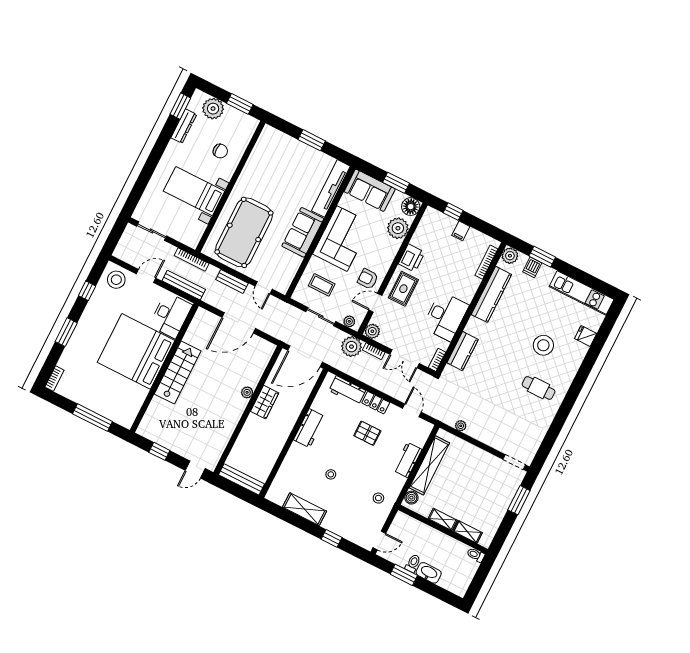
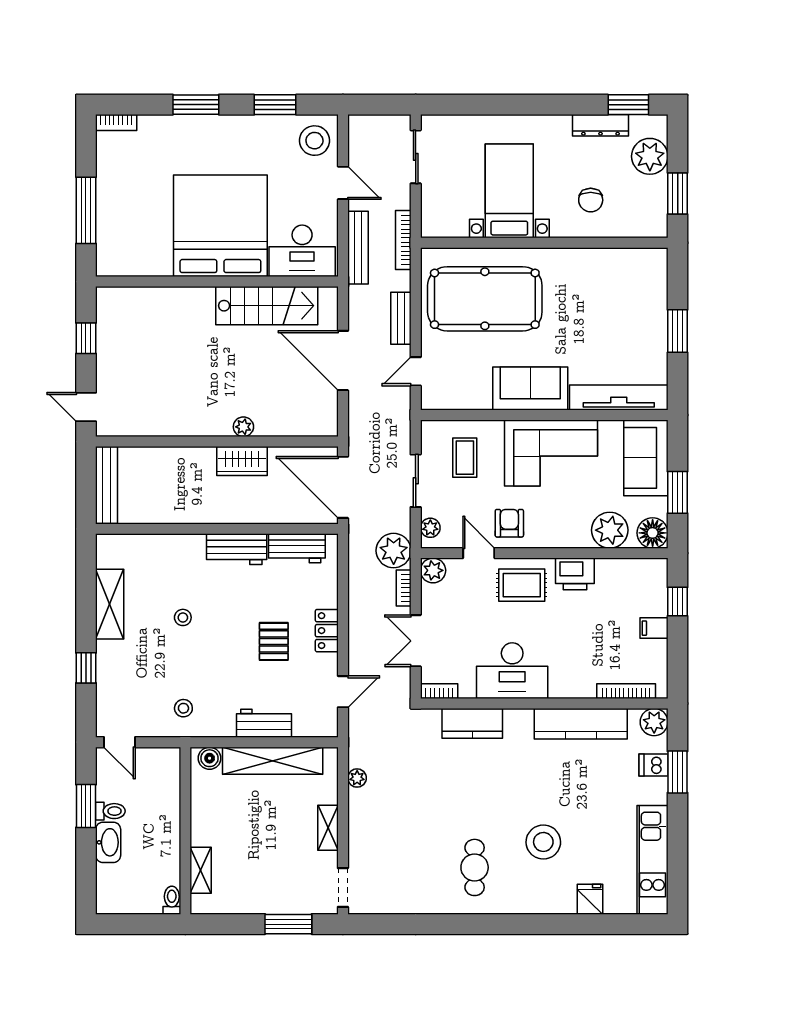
window: (87, 291) -> (275, 105), width x1.50
stairs: (178, 373) -> (267, 306), moved
workbench: (347, 390) -> (297, 548), moved, turned -90
shelving: (443, 519) -> (328, 828), moved

